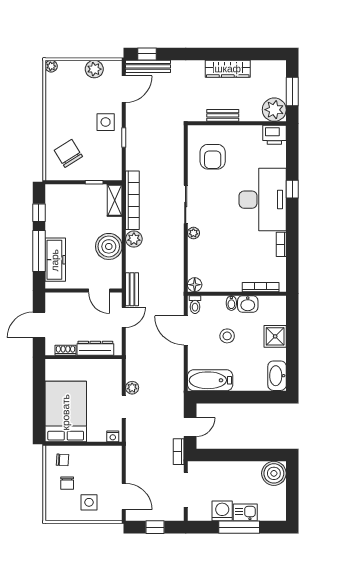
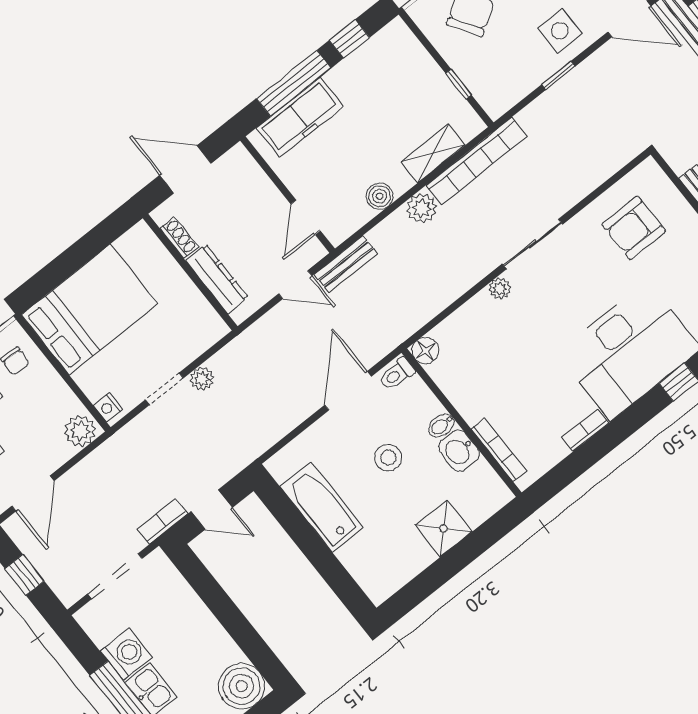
shelving: (115, 200) -> (433, 153), moved
boiler: (109, 246) -> (380, 196), width x0.54, depth x0.54
washbasin: (277, 376) -> (388, 577), removed
bathtub: (210, 380) -> (321, 507), moved
plant: (113, 456) -> (80, 431), added

